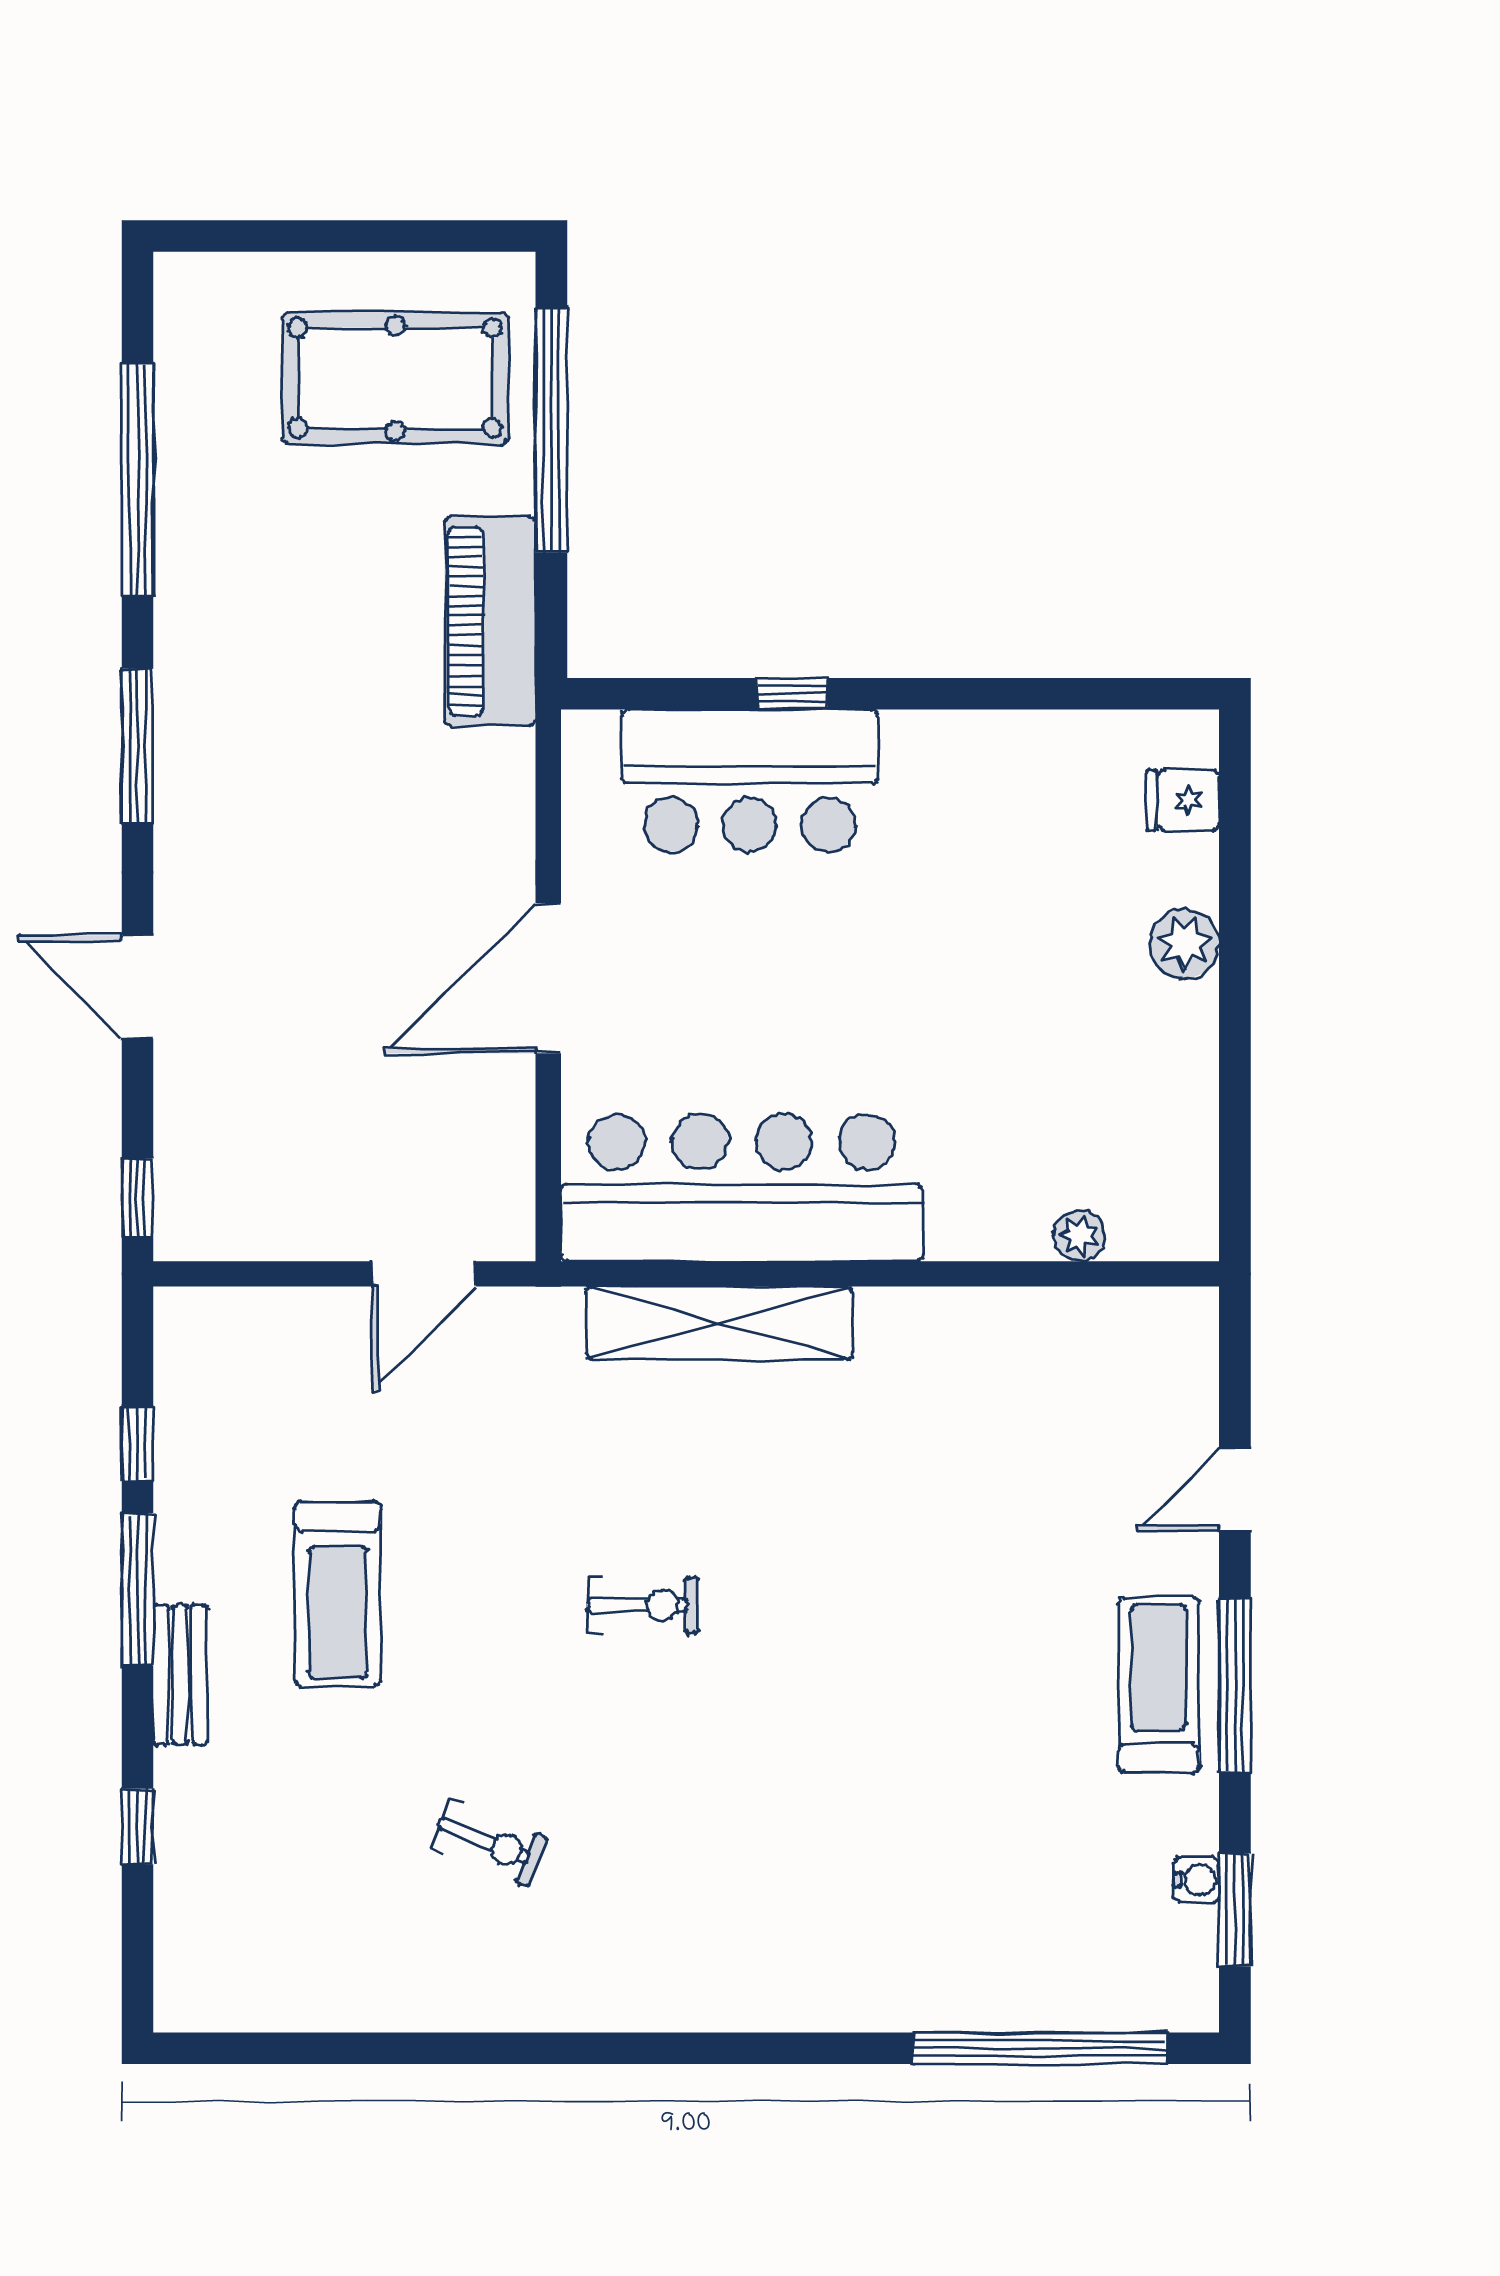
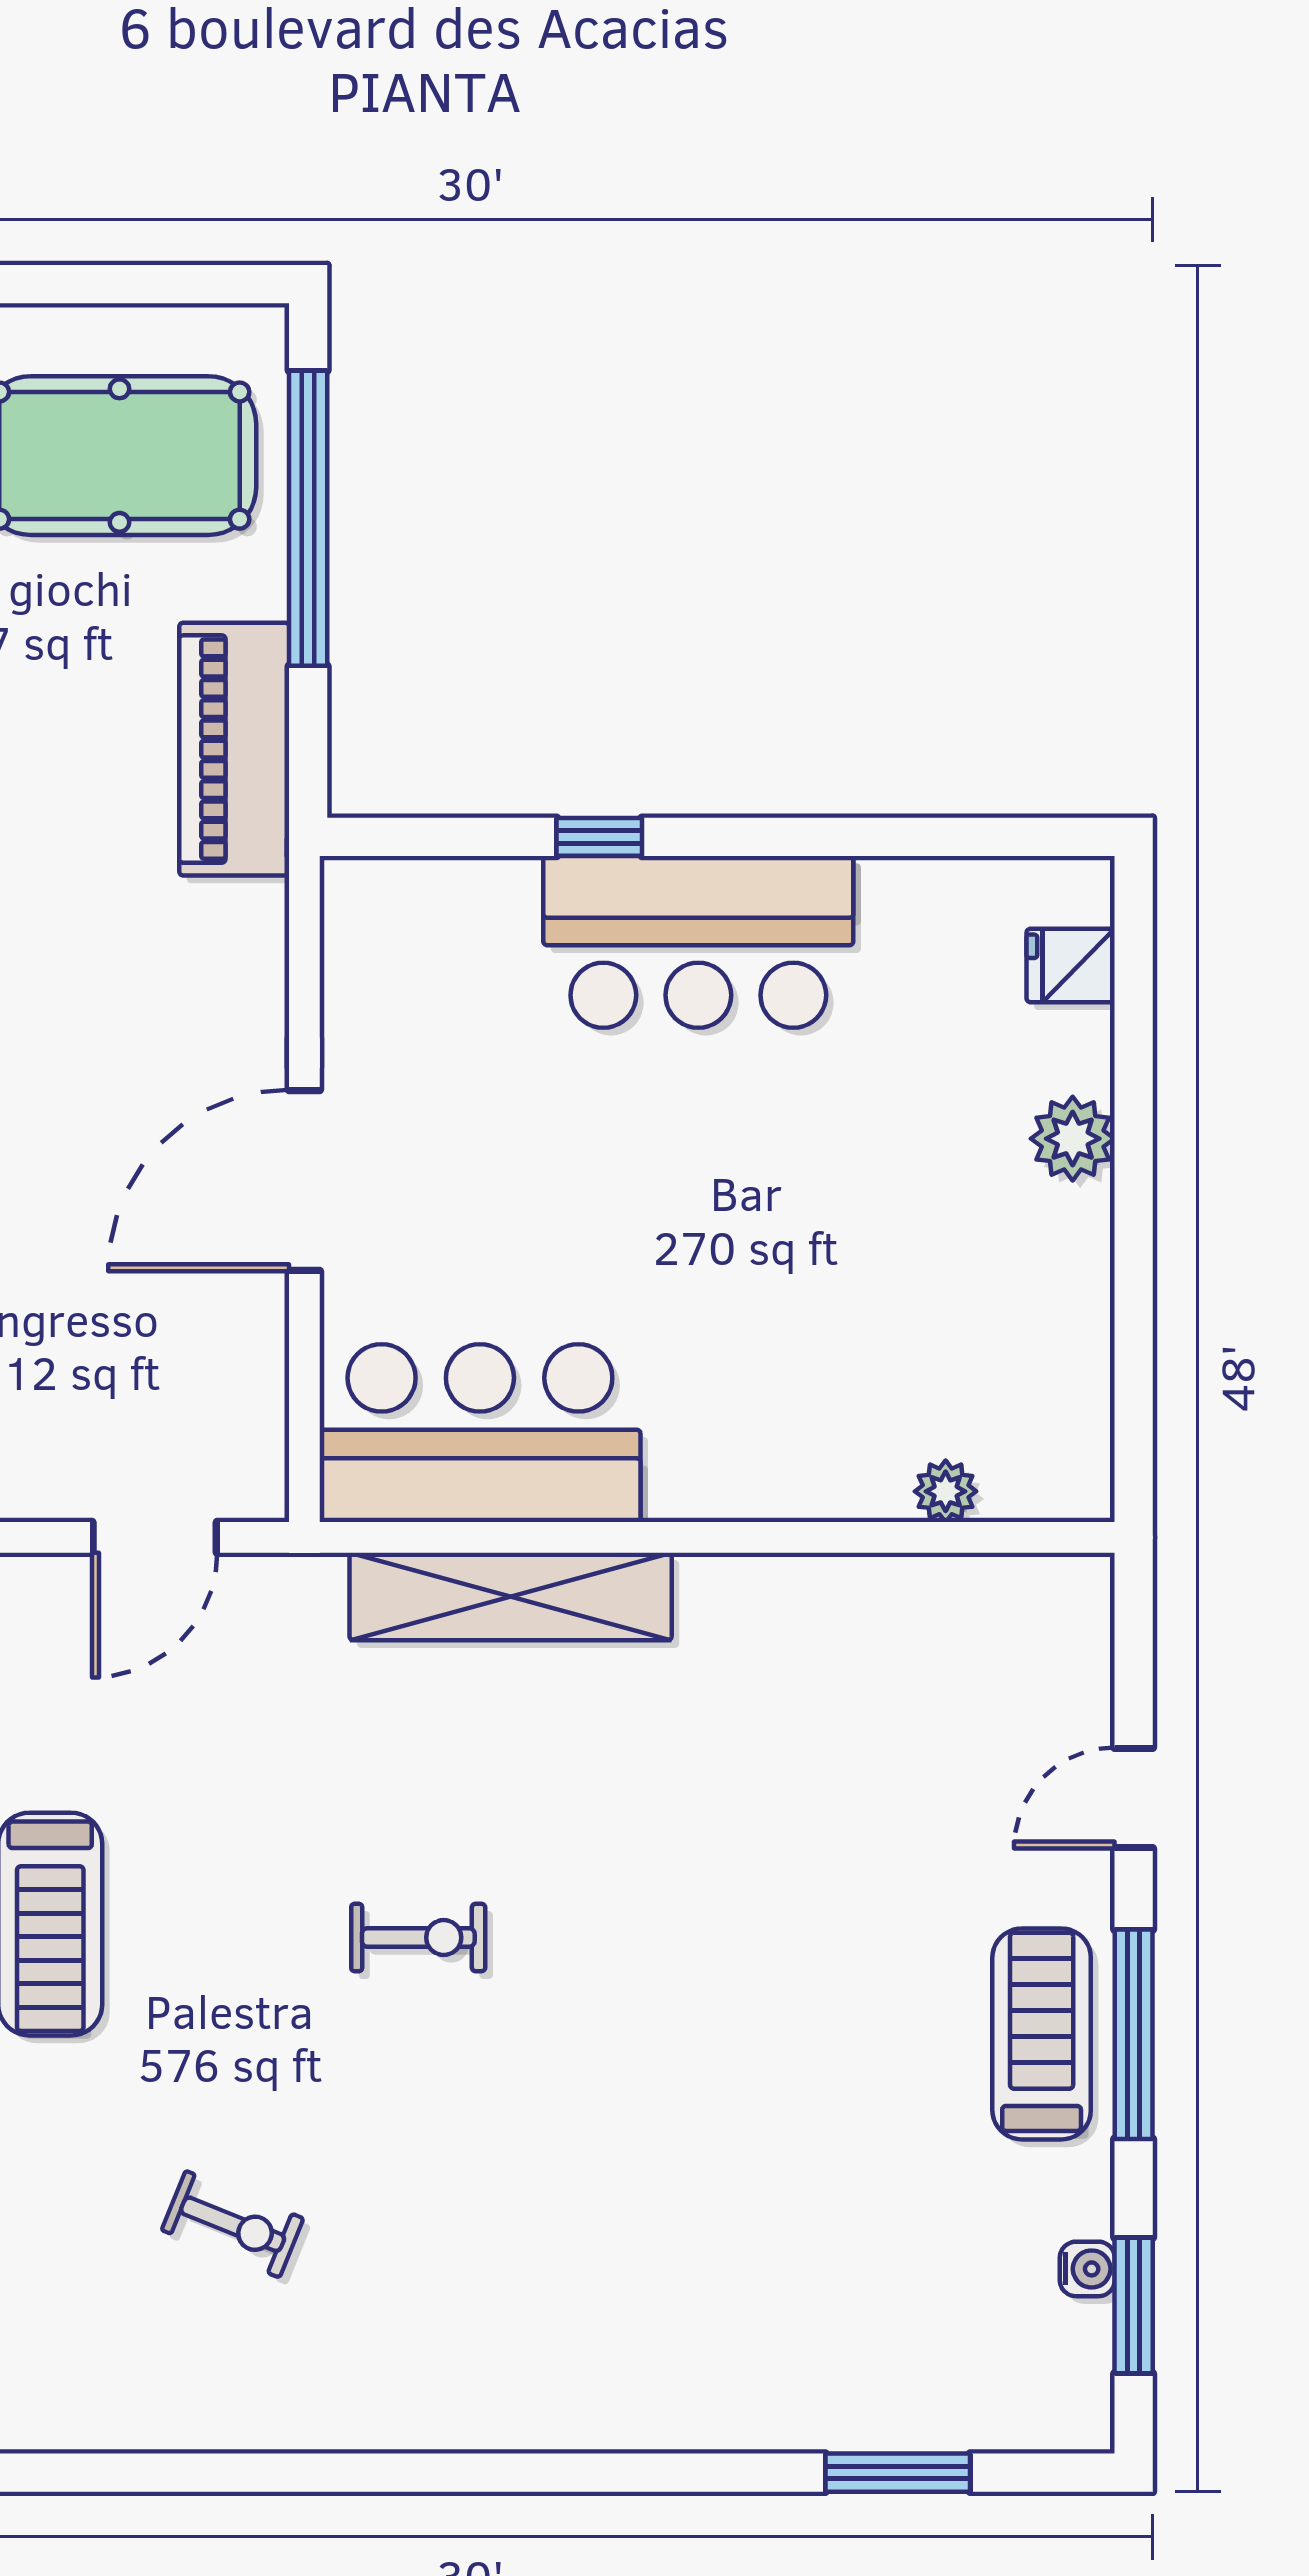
bar counter: (750, 781) -> (698, 942), moved
bar counter: (742, 1187) -> (480, 1433), width x0.73
window: (1040, 2048) -> (898, 2473), width x0.47

